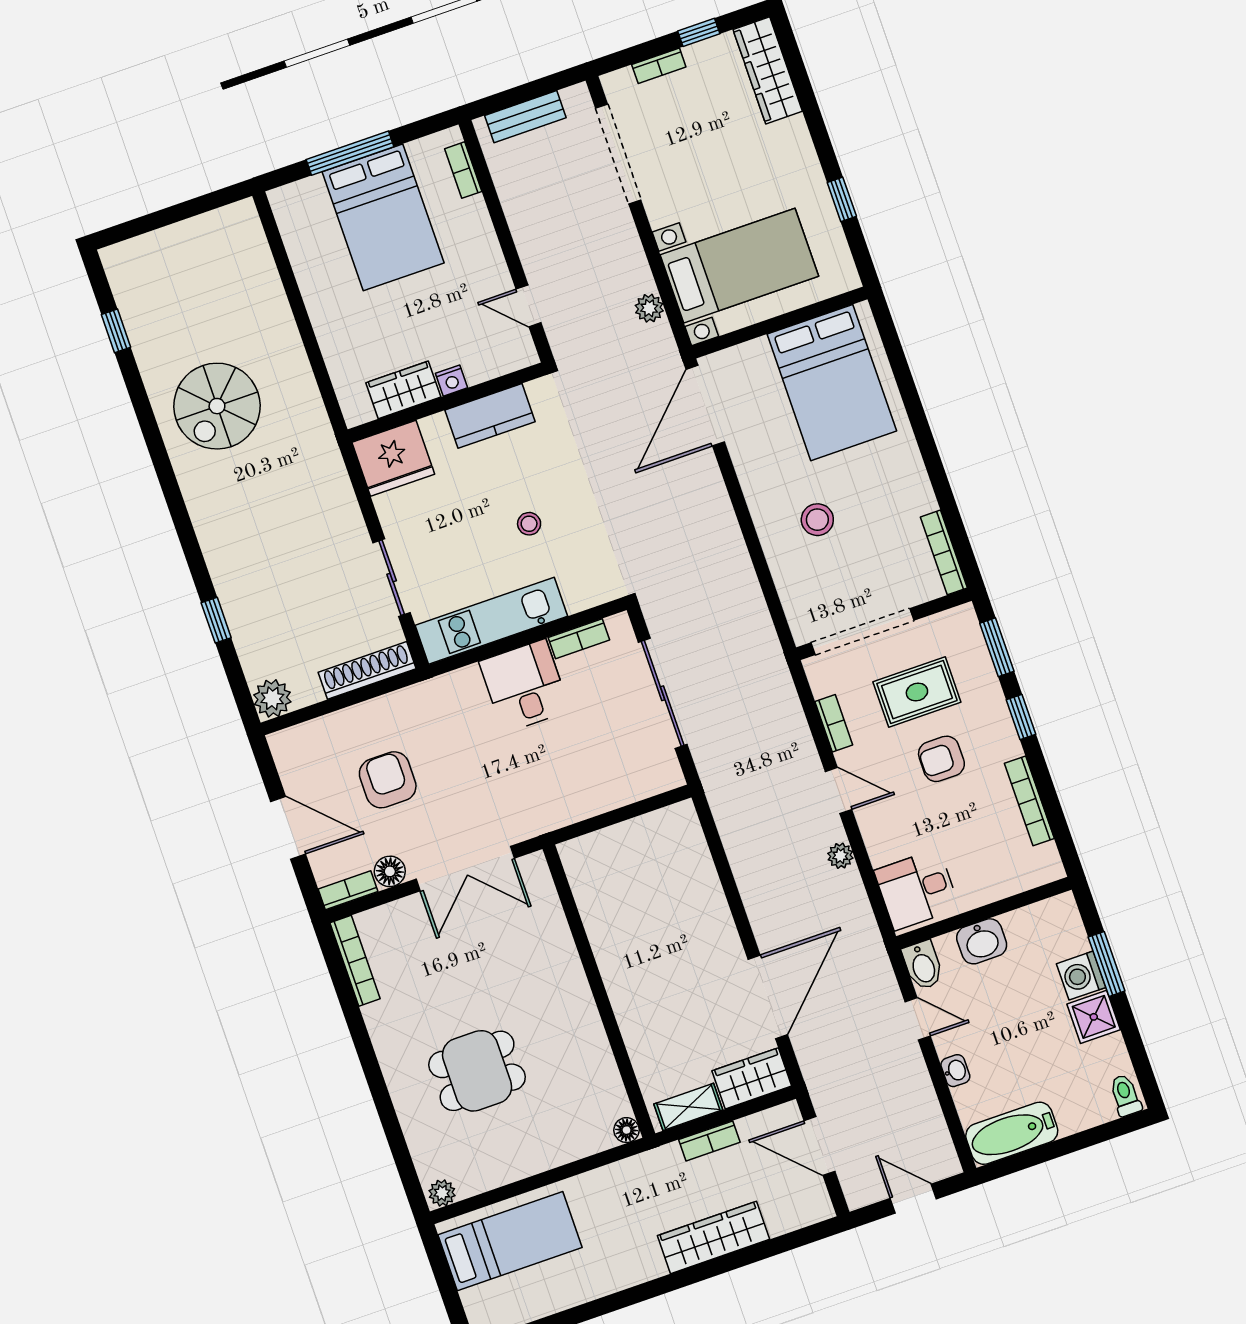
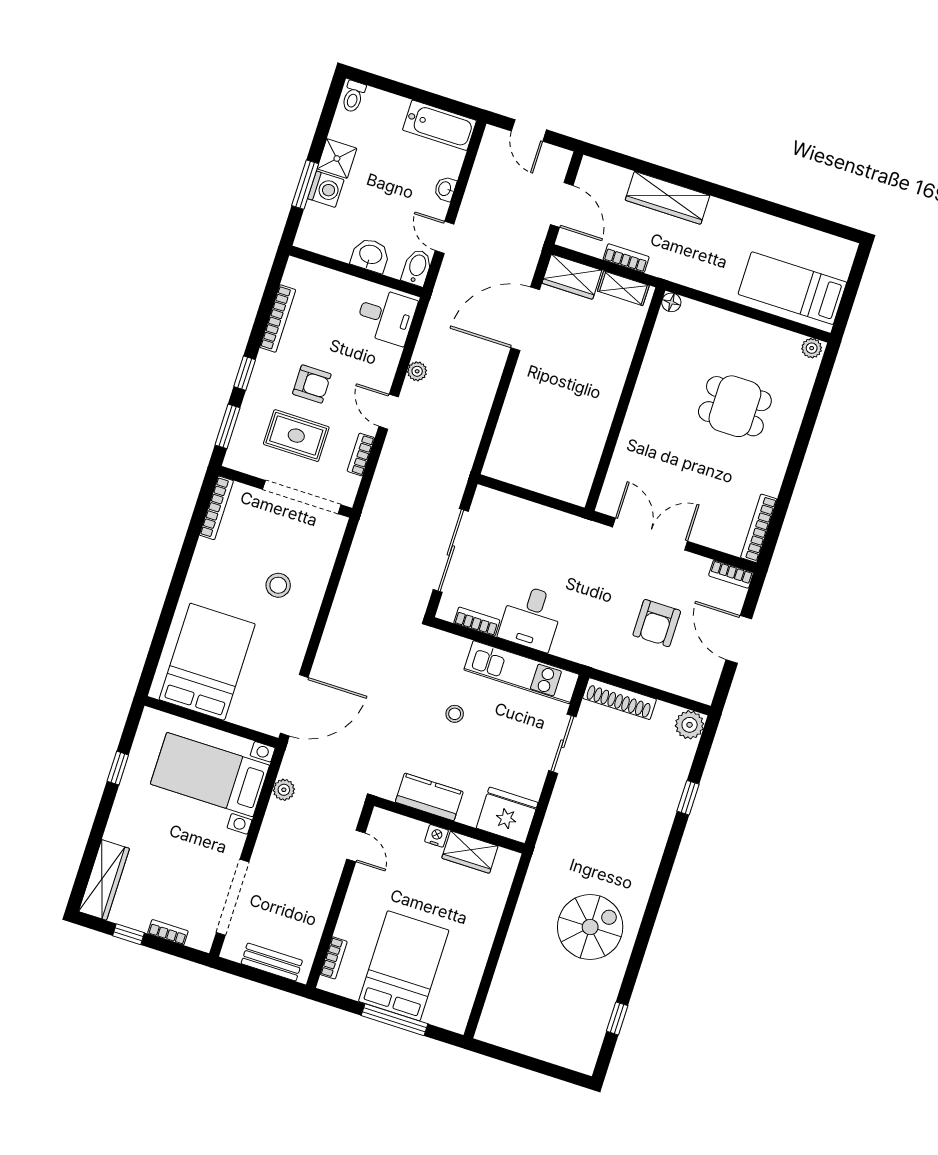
floor lamp: (390, 871) -> (697, 567), removed

